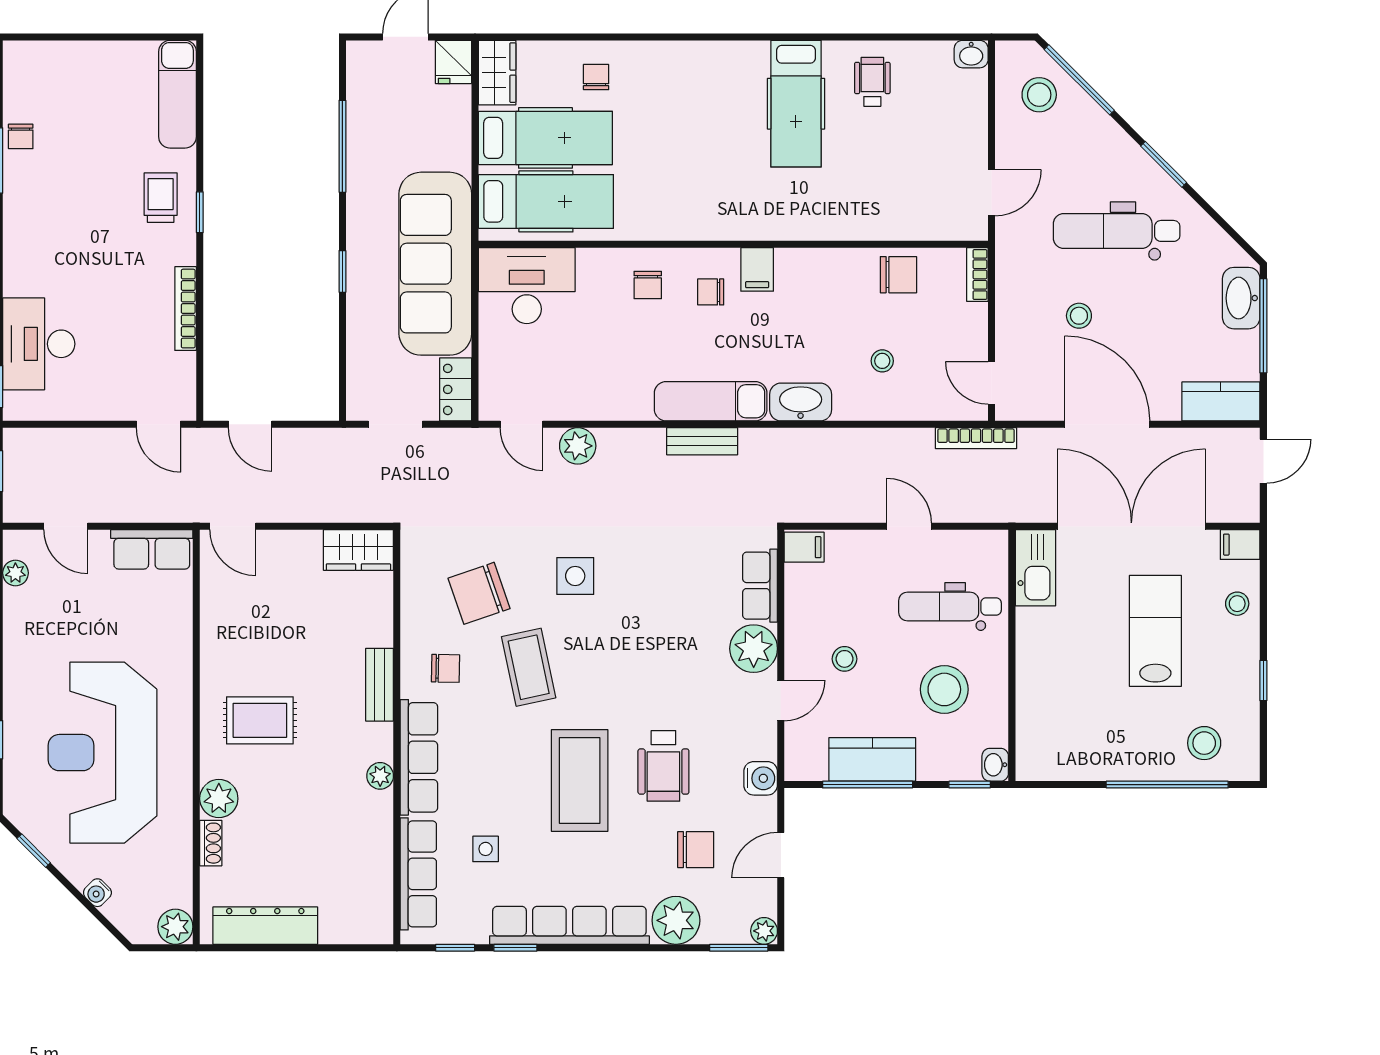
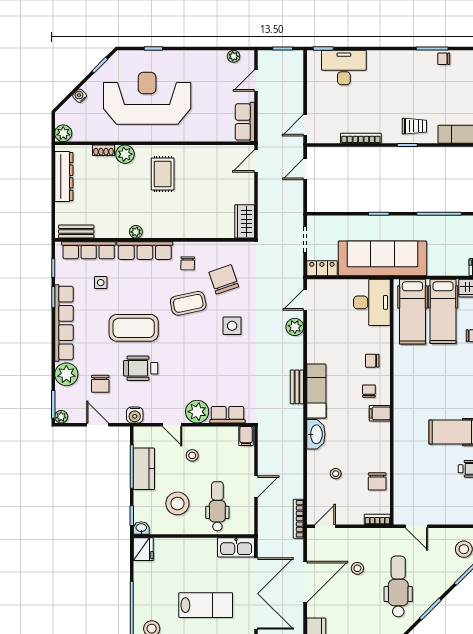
bench: (380, 685) -> (76, 232), moved
fridge: (1039, 761) -> (143, 549), added

